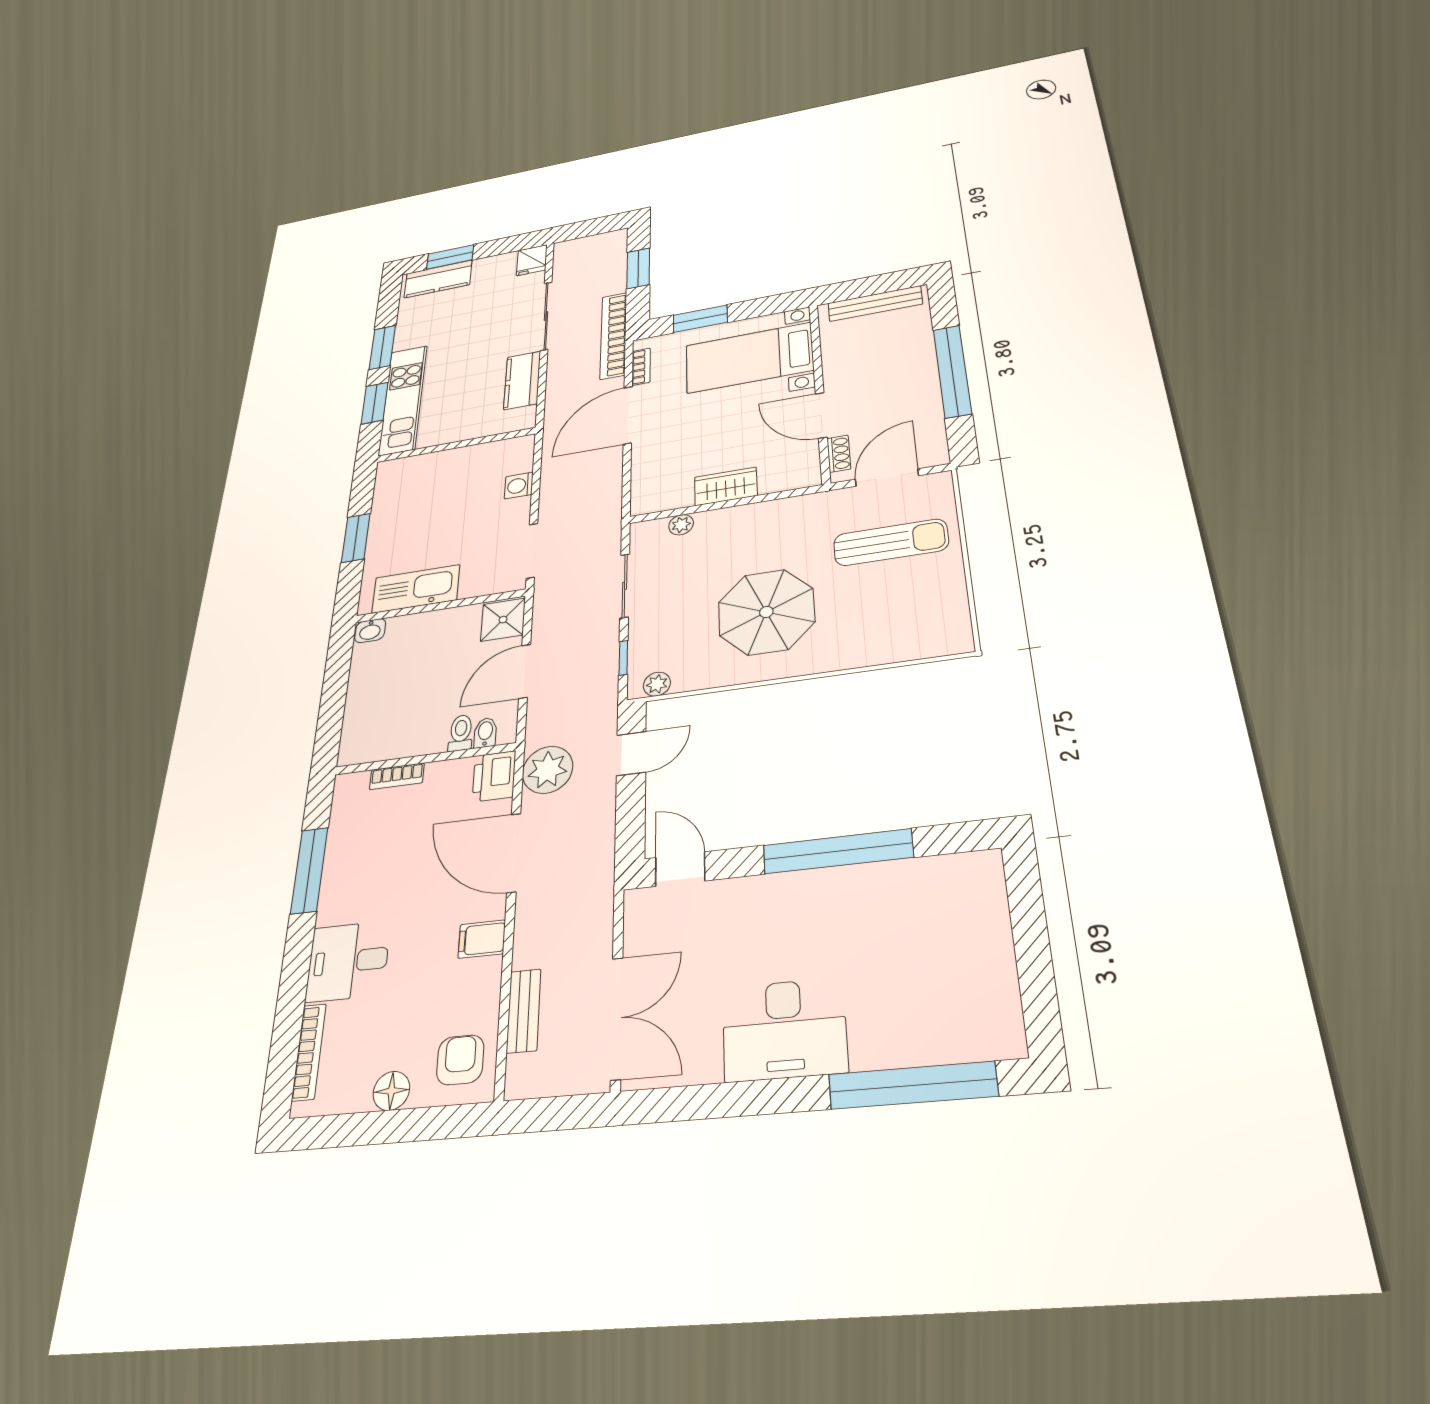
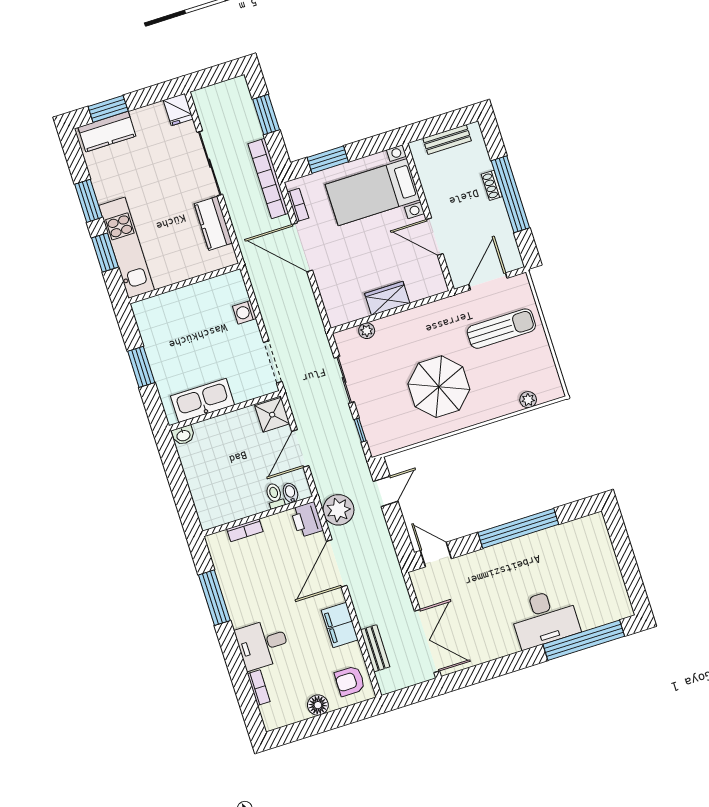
bench: (875, 304) -> (447, 140), width x0.73
door: (628, 415) -> (302, 247), hinge flipped
shoe rack: (839, 454) -> (492, 185), moved, turned 180
plant: (657, 684) -> (528, 400), moved
door: (514, 853) -> (337, 563), hinge flipped
filing cabinet: (482, 939) -> (340, 625), width x2.00
desk: (784, 1029) -> (545, 618), moved
bookcase: (309, 1052) -> (259, 688), width x0.64
armchair: (460, 1060) -> (350, 681), turned -90

